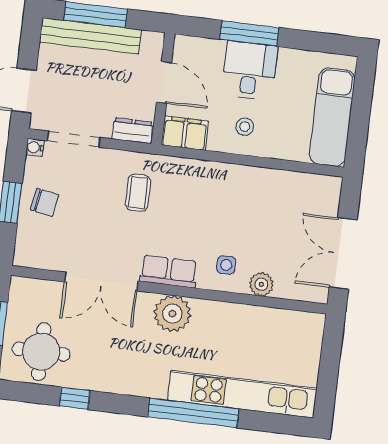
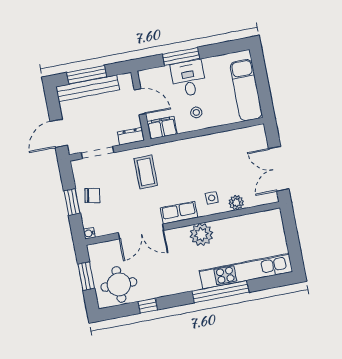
water cooler: (35, 147) -> (89, 233), moved
coffee table: (138, 193) -> (146, 172), width x1.36, depth x1.30
plant: (172, 314) -> (201, 235), moved

